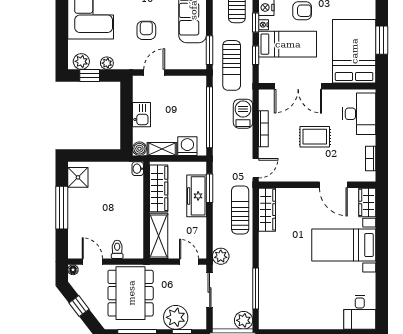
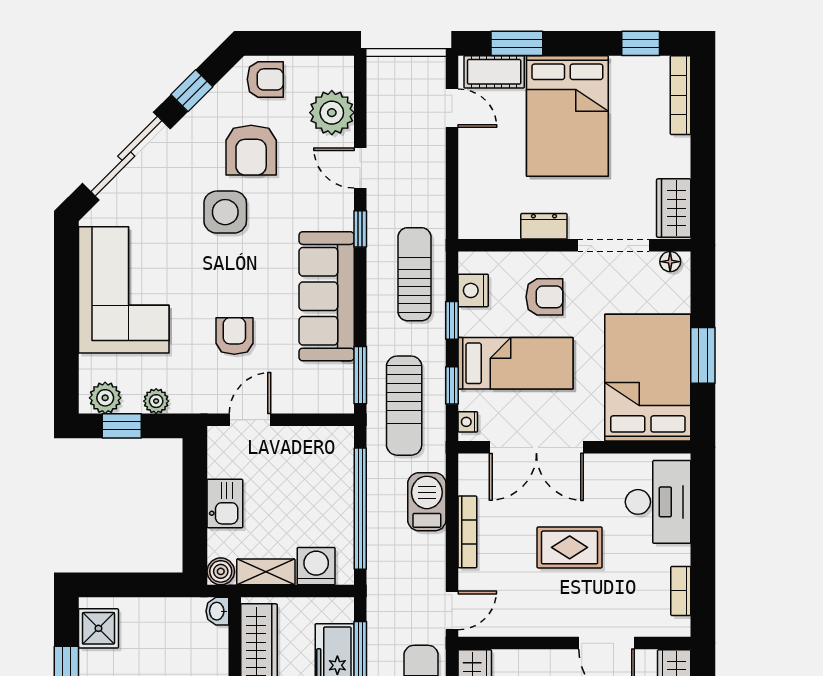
nightstand: (264, 25) -> (468, 422), moved

